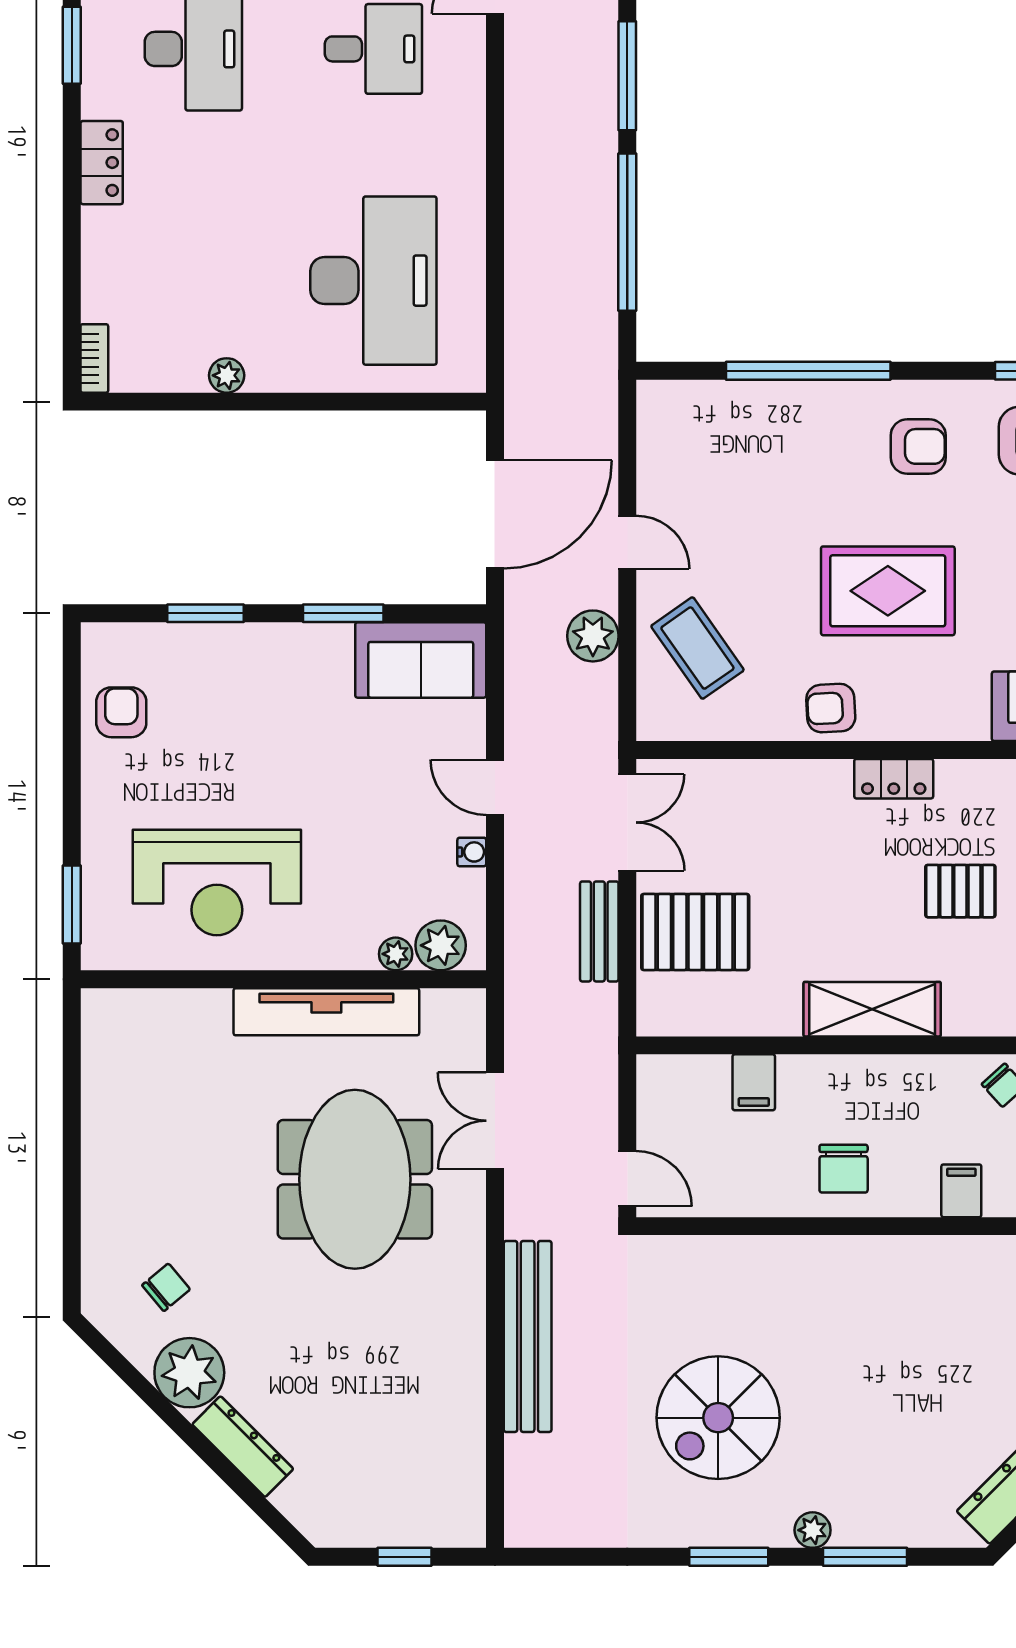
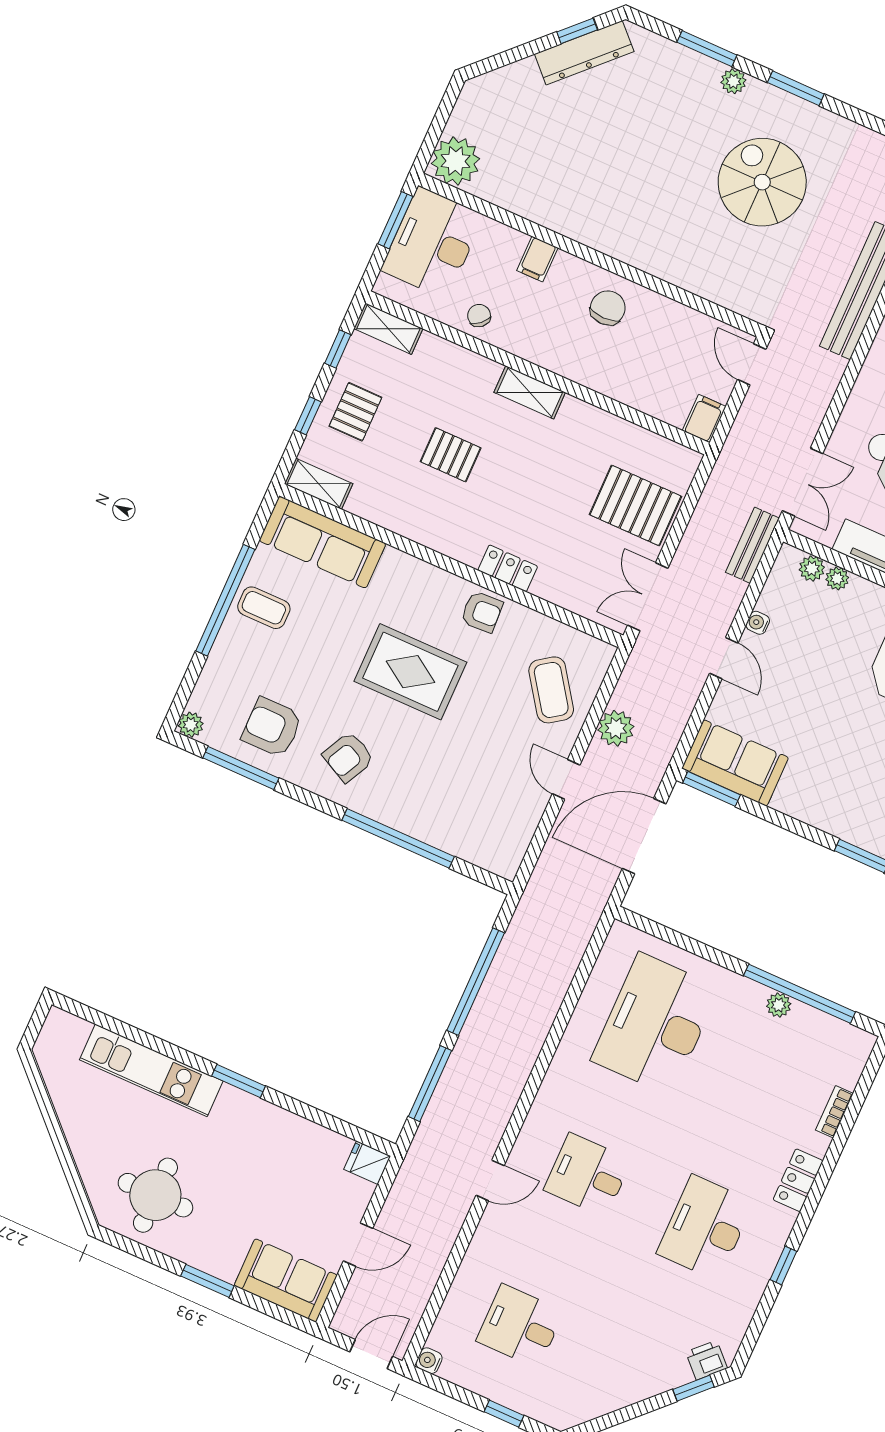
window: (72, 45) -> (783, 1266), width x0.67
bookcase: (94, 358) -> (834, 1112), moved
window: (206, 402) -> (800, 994), added
armchair: (918, 446) -> (348, 757), turned -63
window: (343, 613) -> (712, 789), moved
locker: (894, 779) -> (508, 568), moved
bench: (599, 931) -> (752, 545), moved
plant: (441, 945) -> (812, 569), width x0.73, depth x0.73
shelving: (872, 1009) -> (530, 392), width x0.67, depth x0.75
filing cabinet: (754, 1082) -> (704, 419), moved
double door: (495, 1121) -> (803, 482), moved
spiral stairs: (718, 1418) -> (762, 182), turned -90

